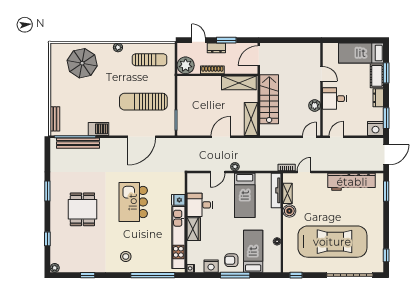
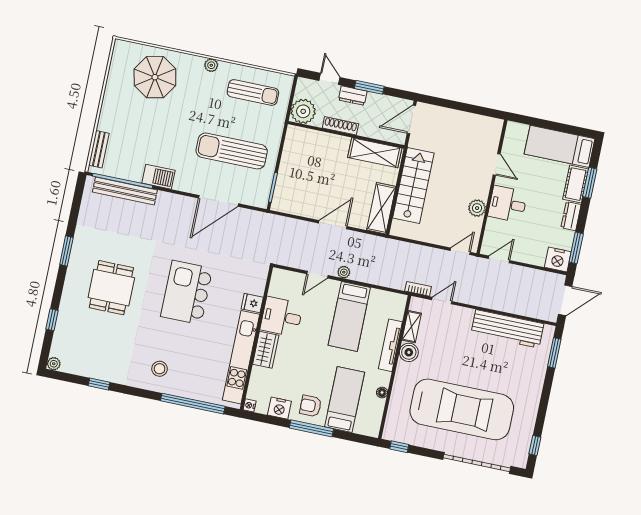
tv unit: (276, 190) -> (390, 345), moved

